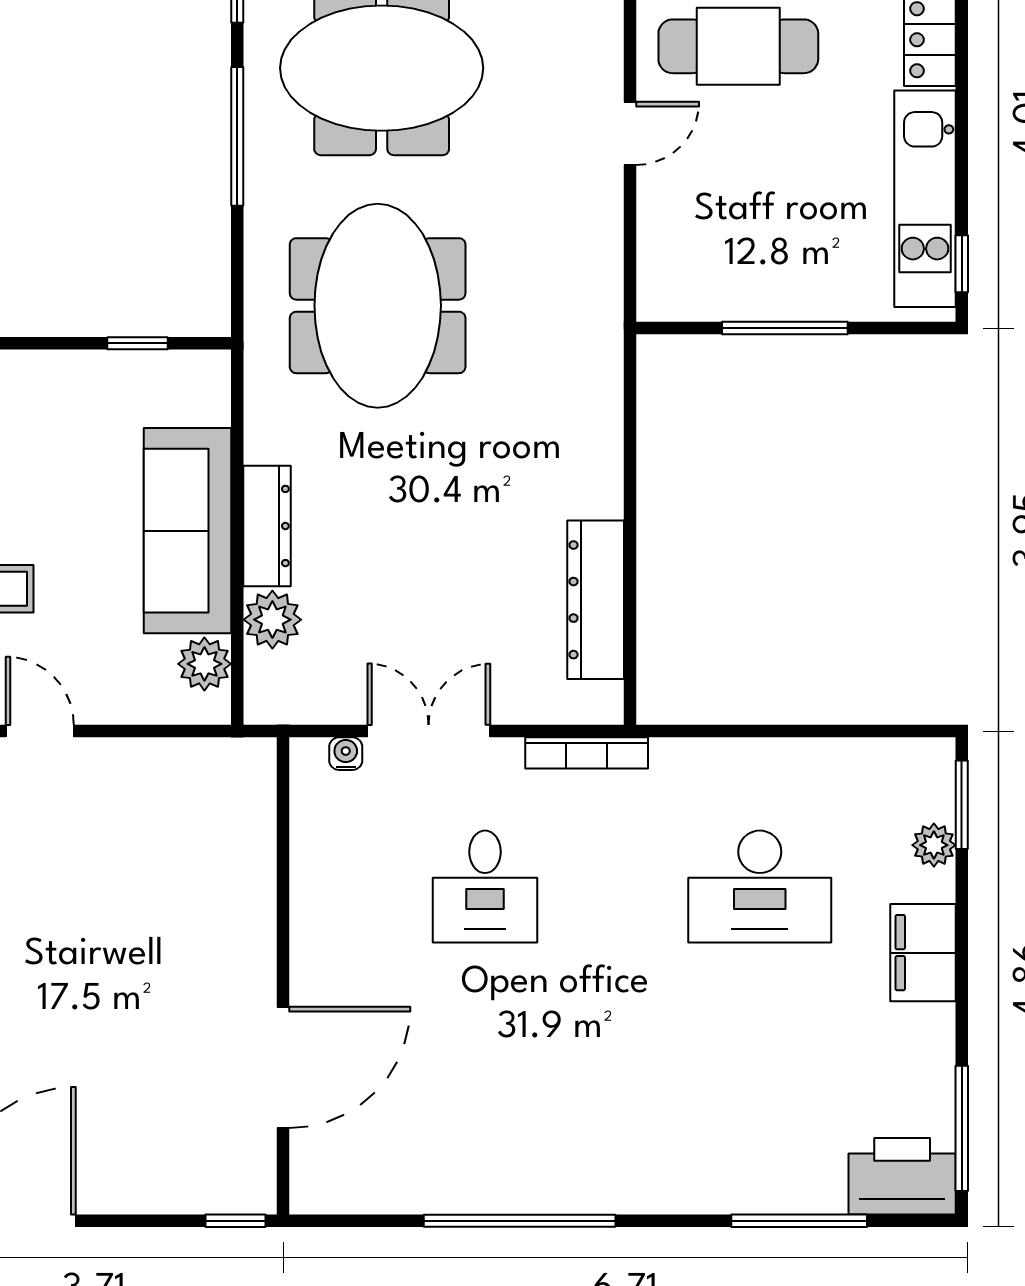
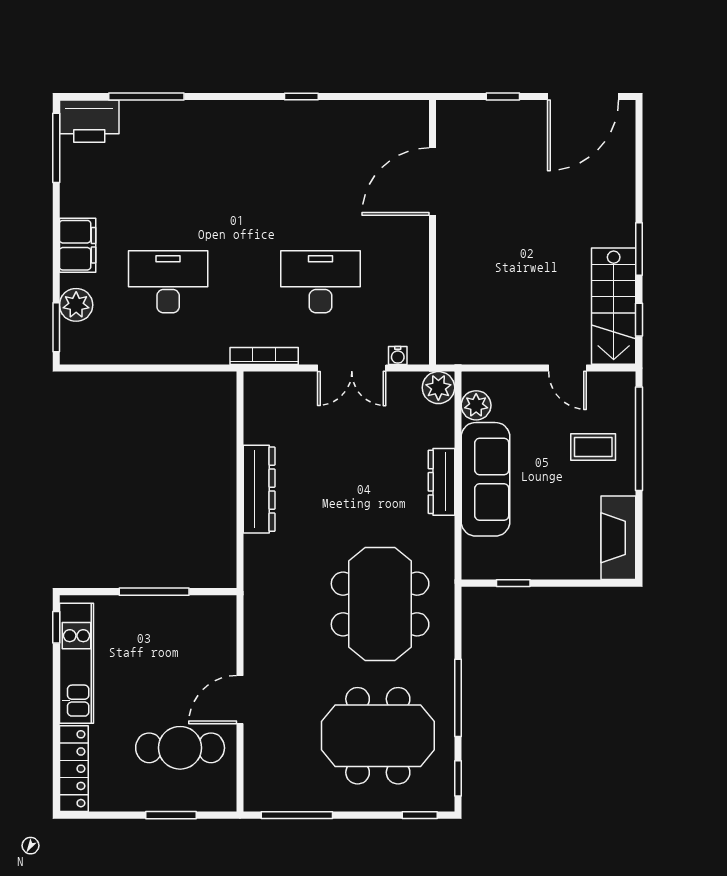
door: (630, 133) -> (240, 700), width x1.38
dresser: (596, 600) -> (259, 489), moved
plant: (272, 620) -> (438, 388), moved
plant: (934, 845) -> (76, 305), width x1.38, depth x1.38
desk: (485, 887) -> (320, 282), width x1.37
window: (235, 1221) -> (503, 96), moved
window: (520, 1221) -> (301, 96), width x0.32

